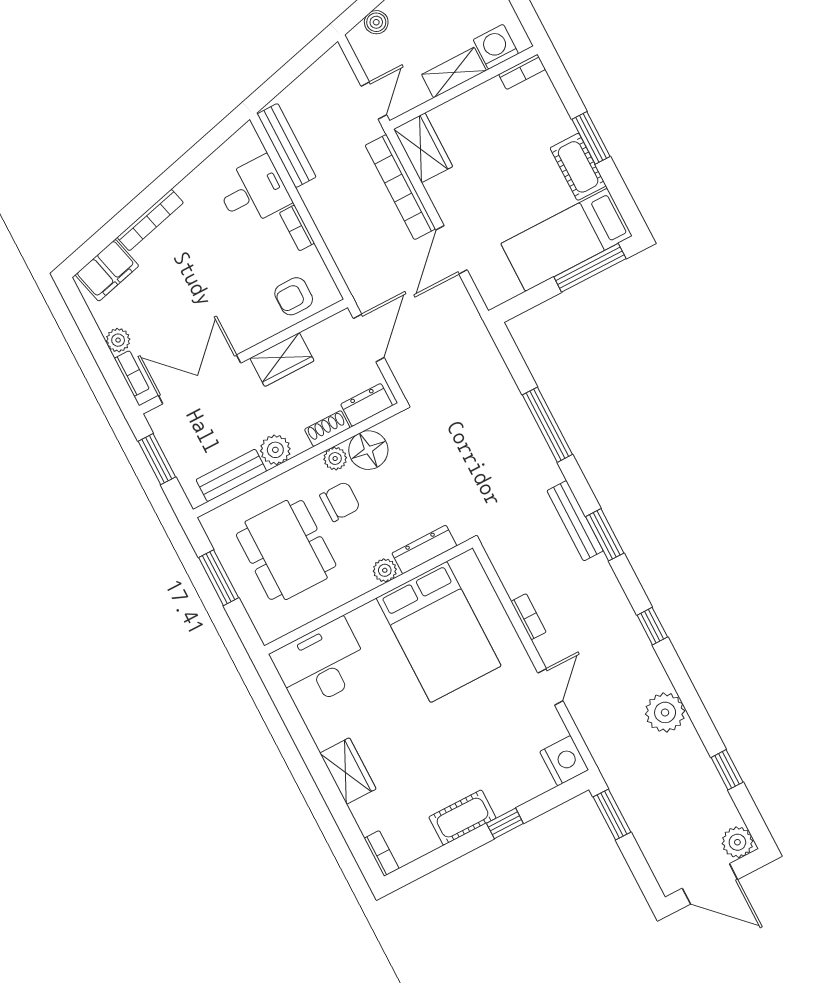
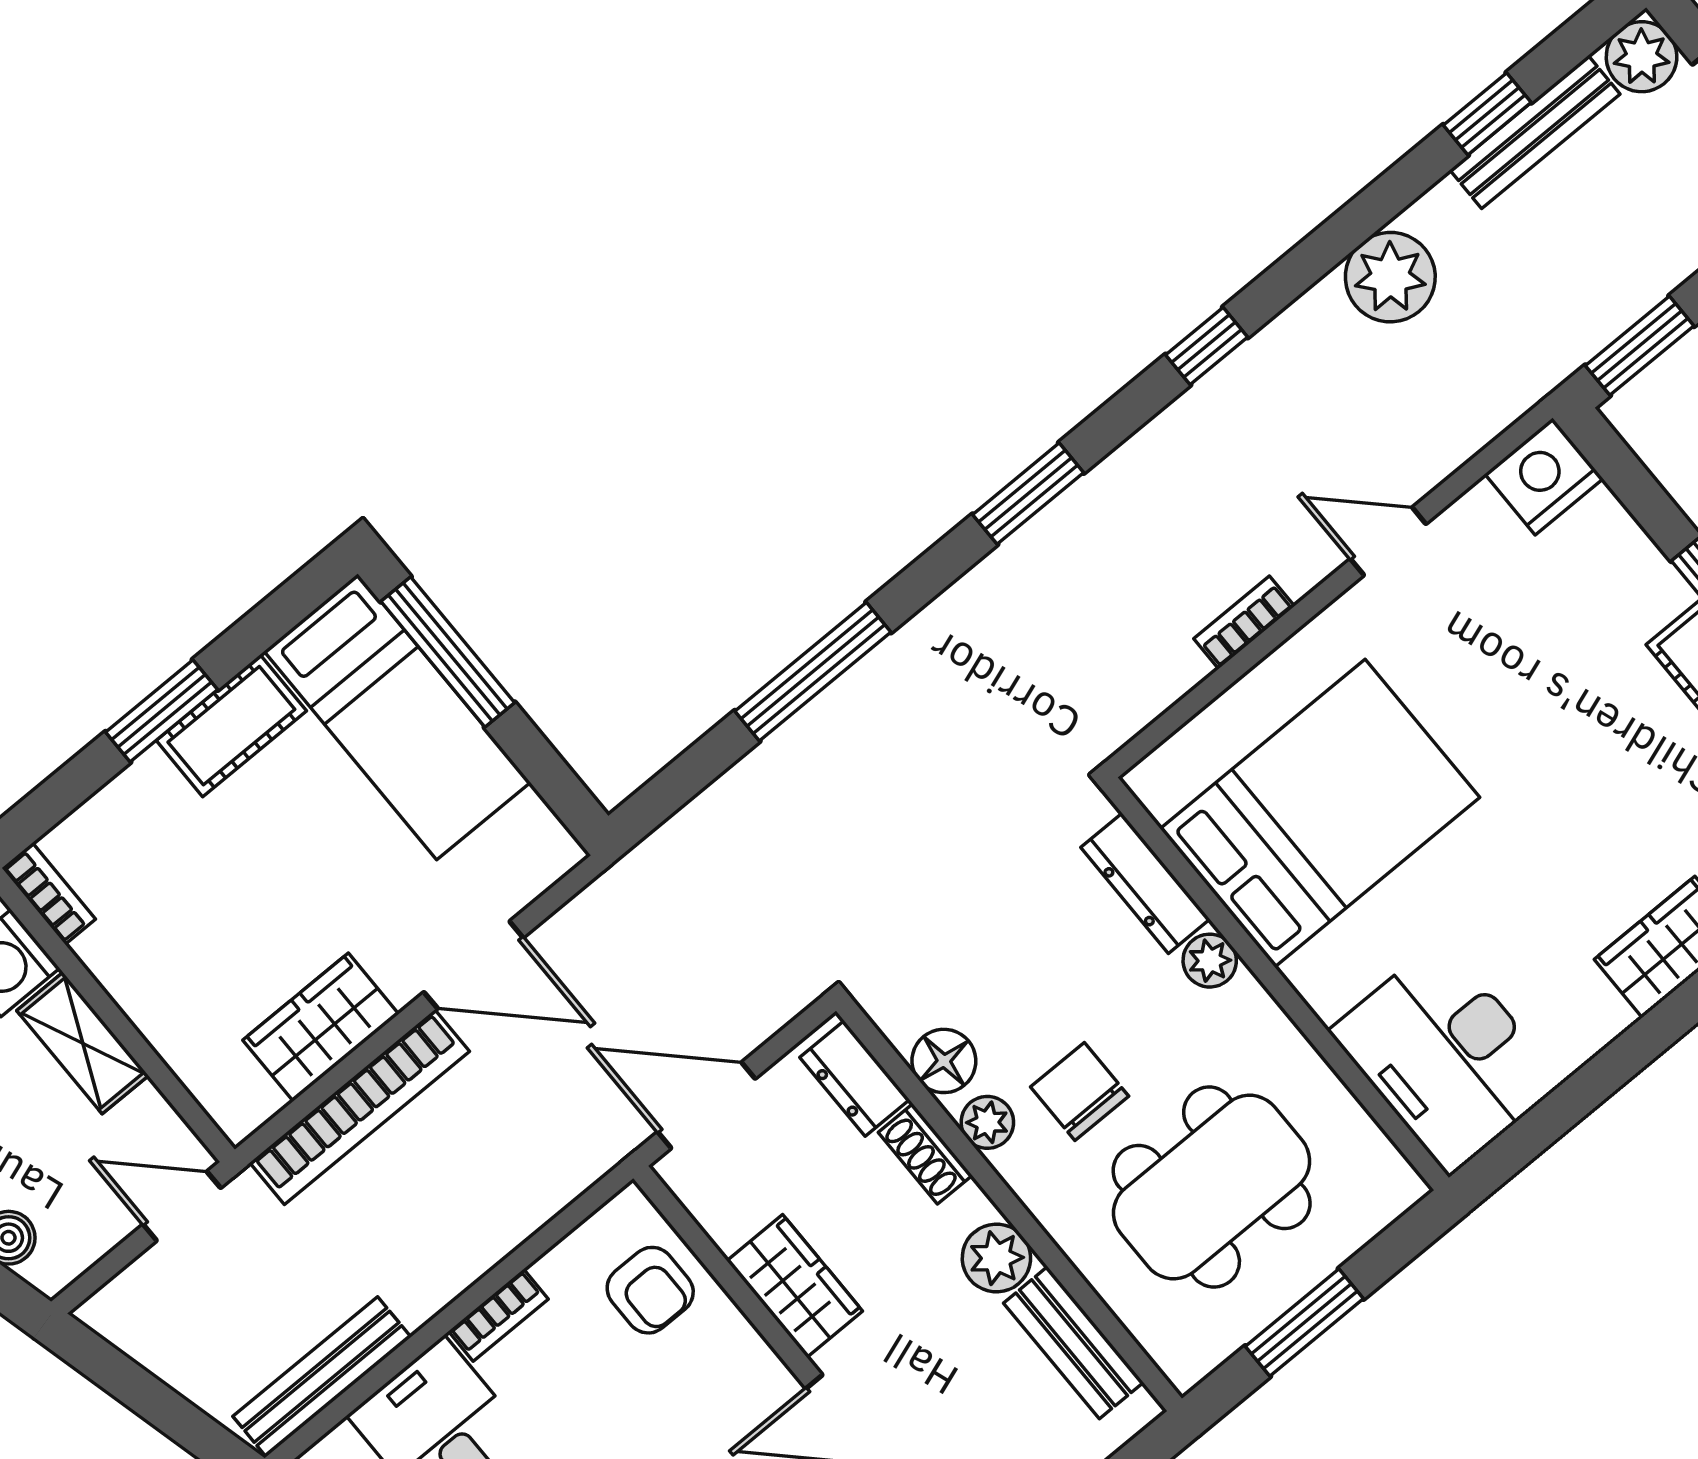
wardrobe: (423, 148) -> (321, 1027), moved
floor lamp: (368, 450) -> (944, 1061), width x0.73, depth x0.73
bench: (575, 521) -> (1535, 132), moved

